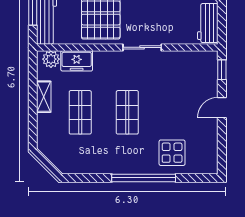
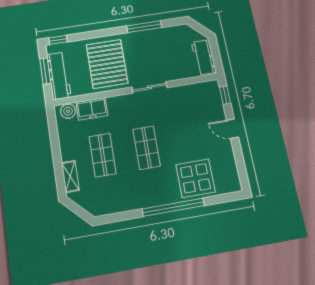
shelving: (44, 97) -> (70, 177), moved
door: (222, 108) -> (232, 129), hinge flipped
display table: (172, 153) -> (195, 178), width x1.36, depth x1.36

